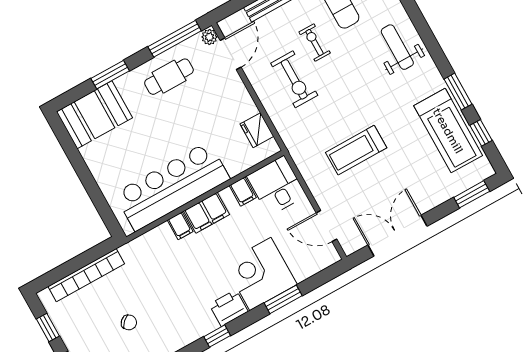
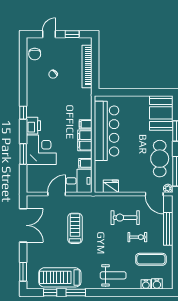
cafe table: (169, 77) -> (160, 159), width x1.37, depth x1.35
door: (326, 226) -> (57, 194), moved

